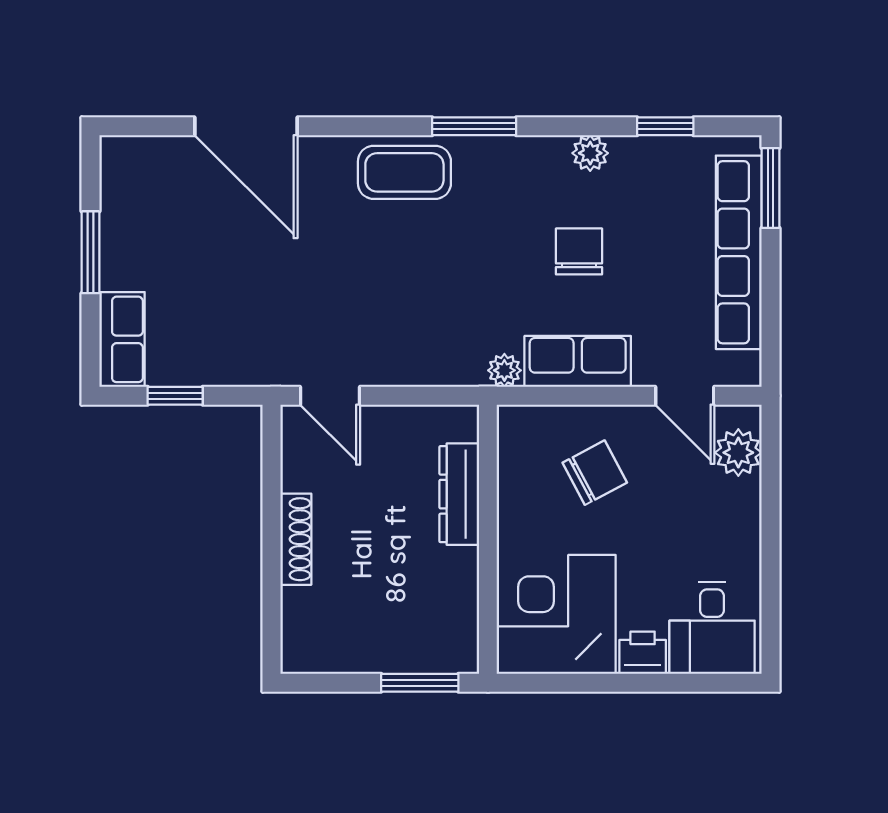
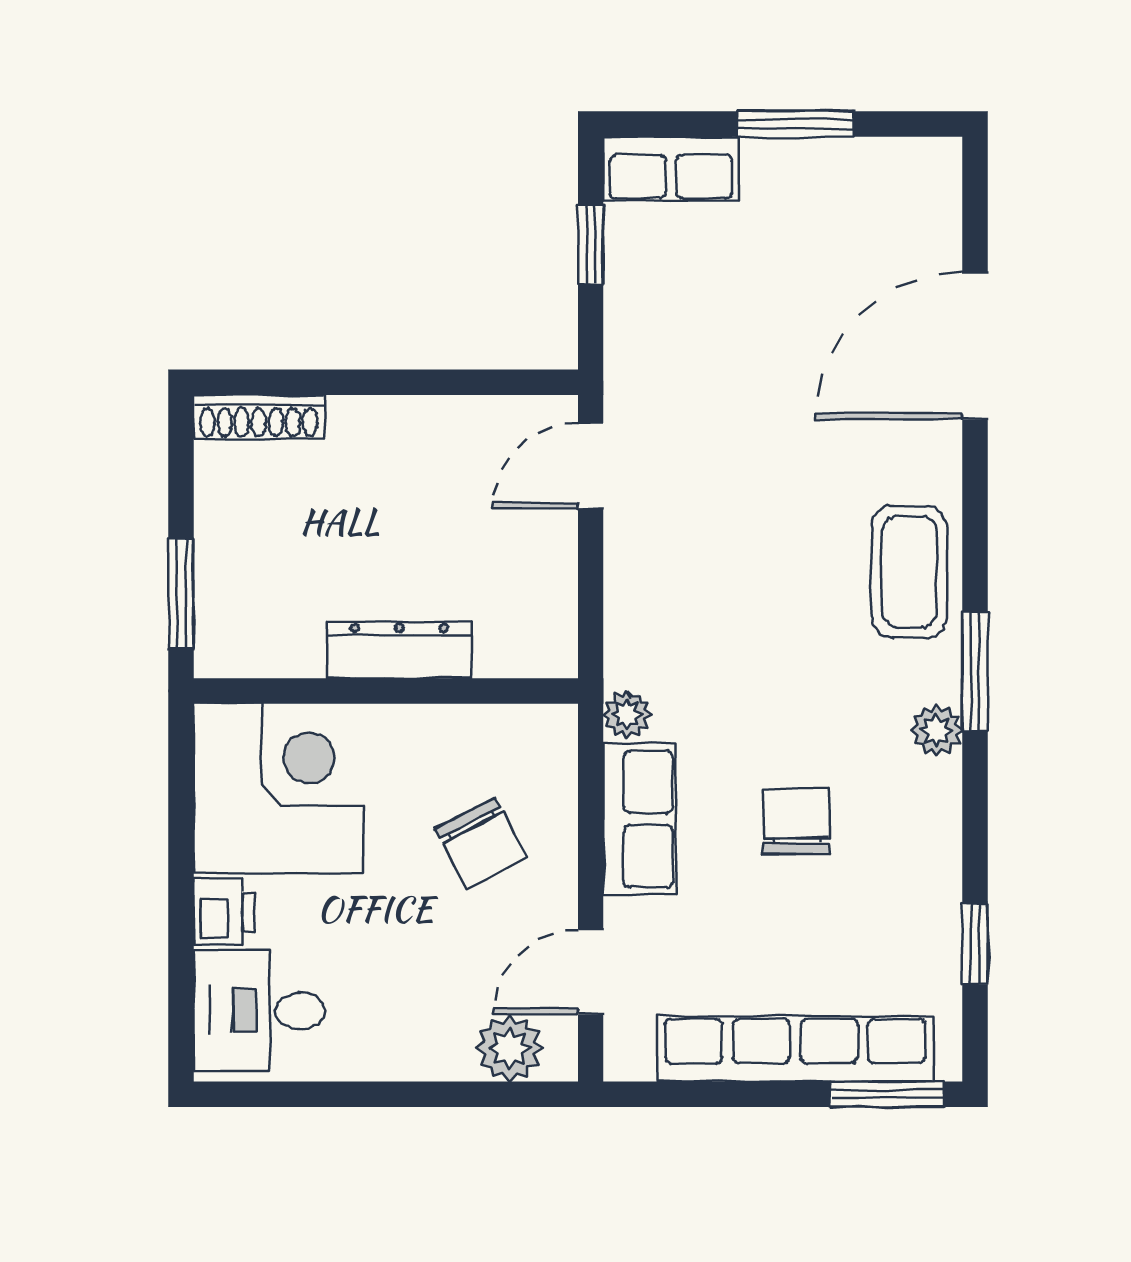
plant: (590, 153) -> (937, 730), moved
chair: (579, 251) -> (796, 821), turned -90
dresser: (459, 494) -> (399, 650), moved
shoe rack: (296, 539) -> (259, 417), moved

